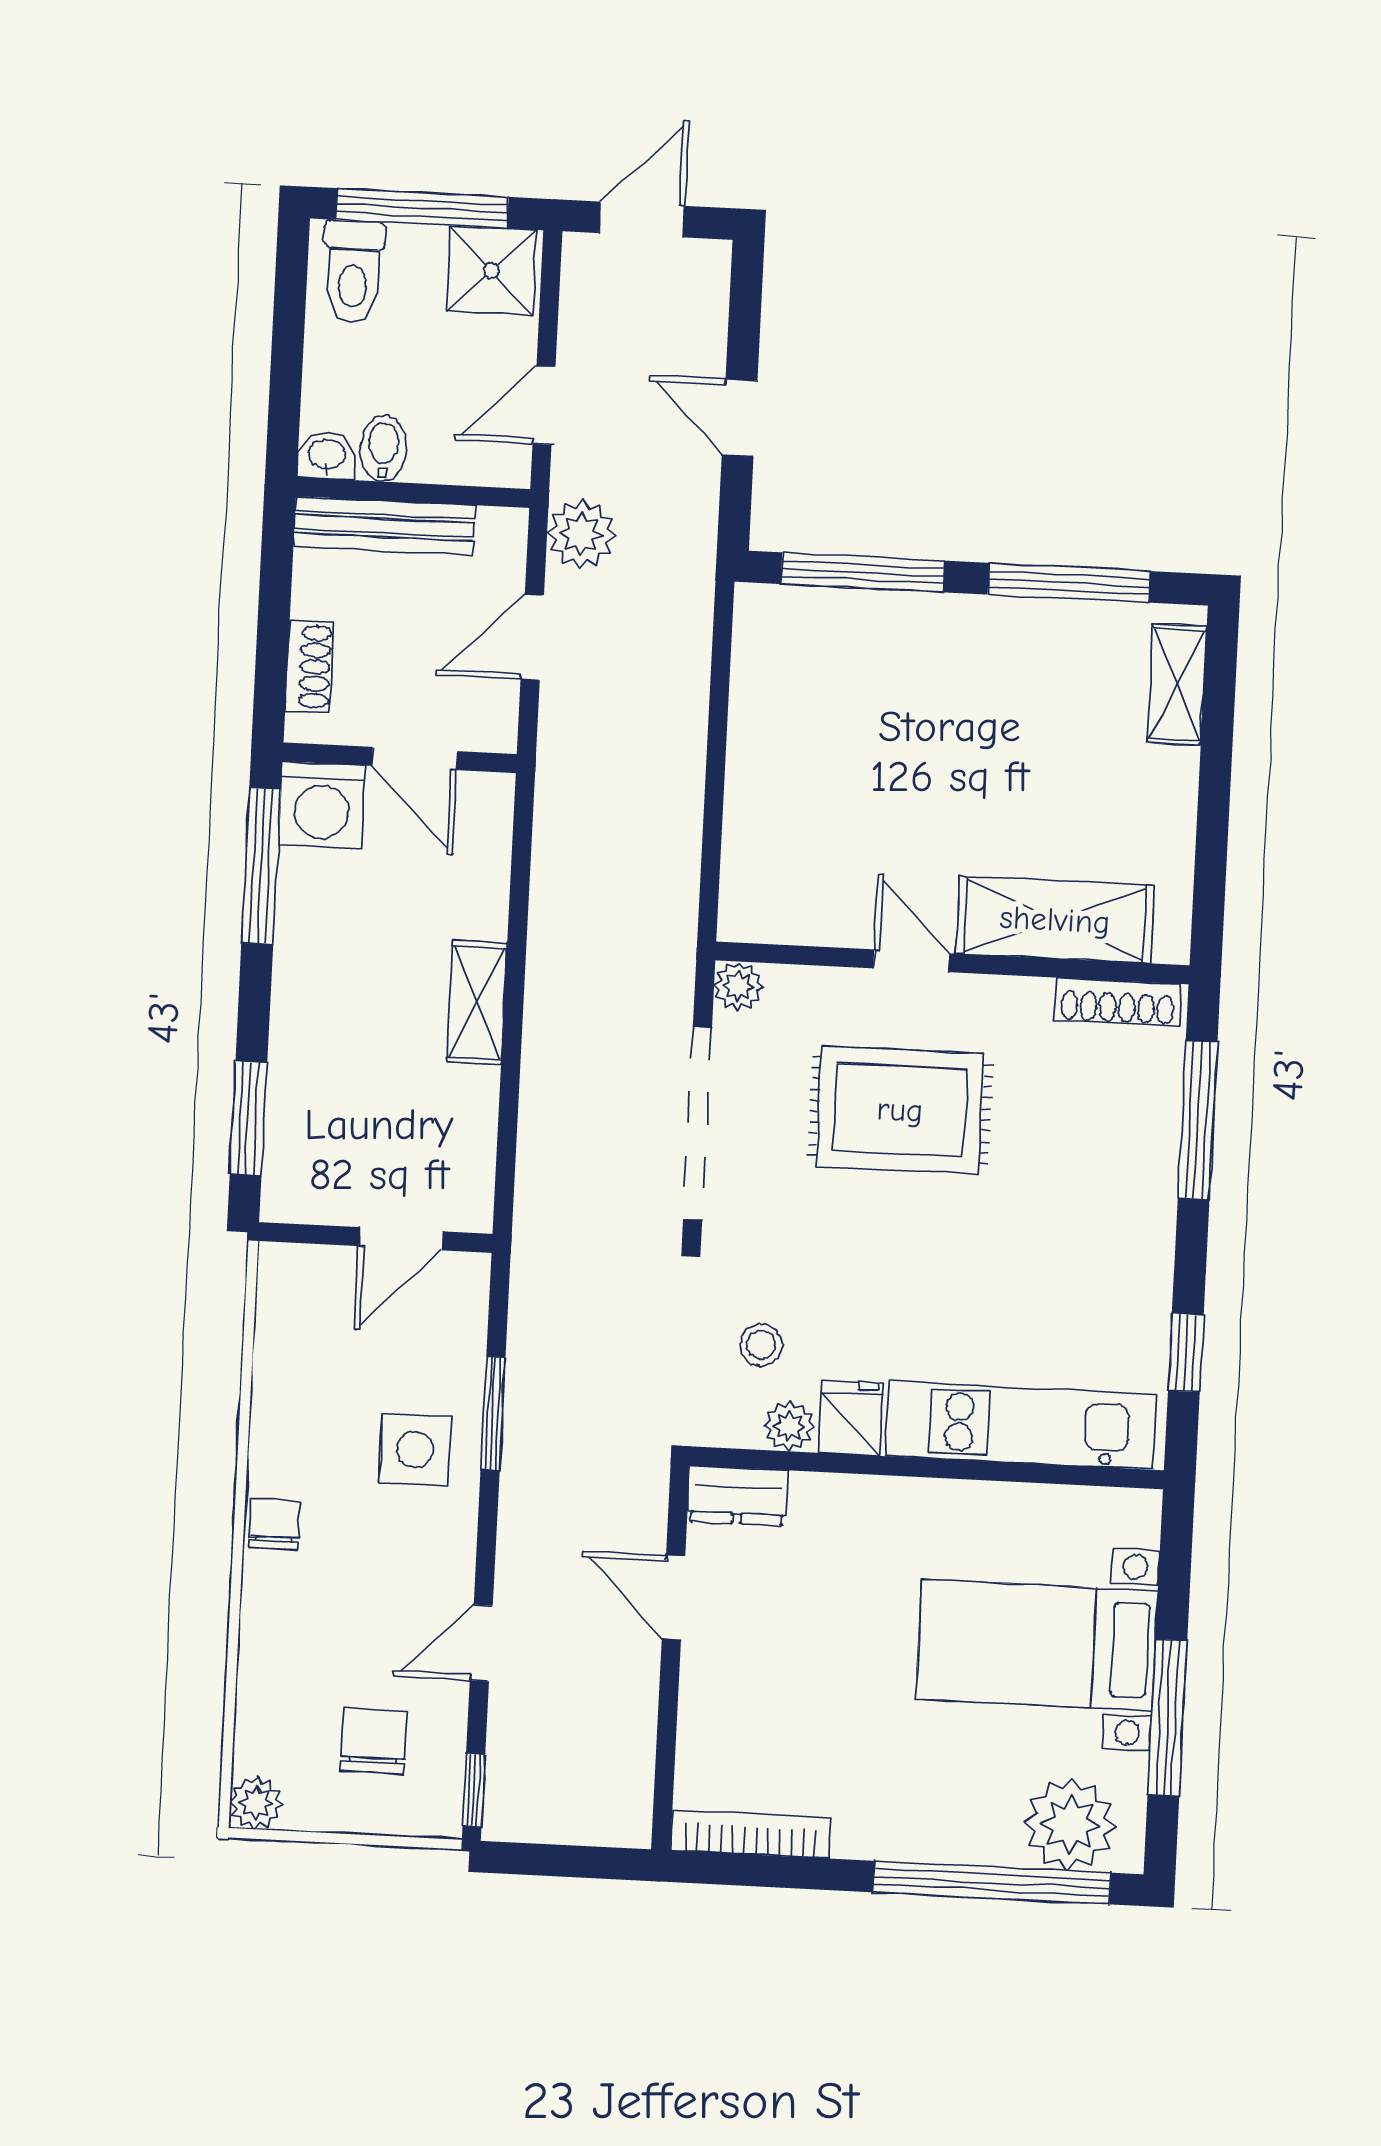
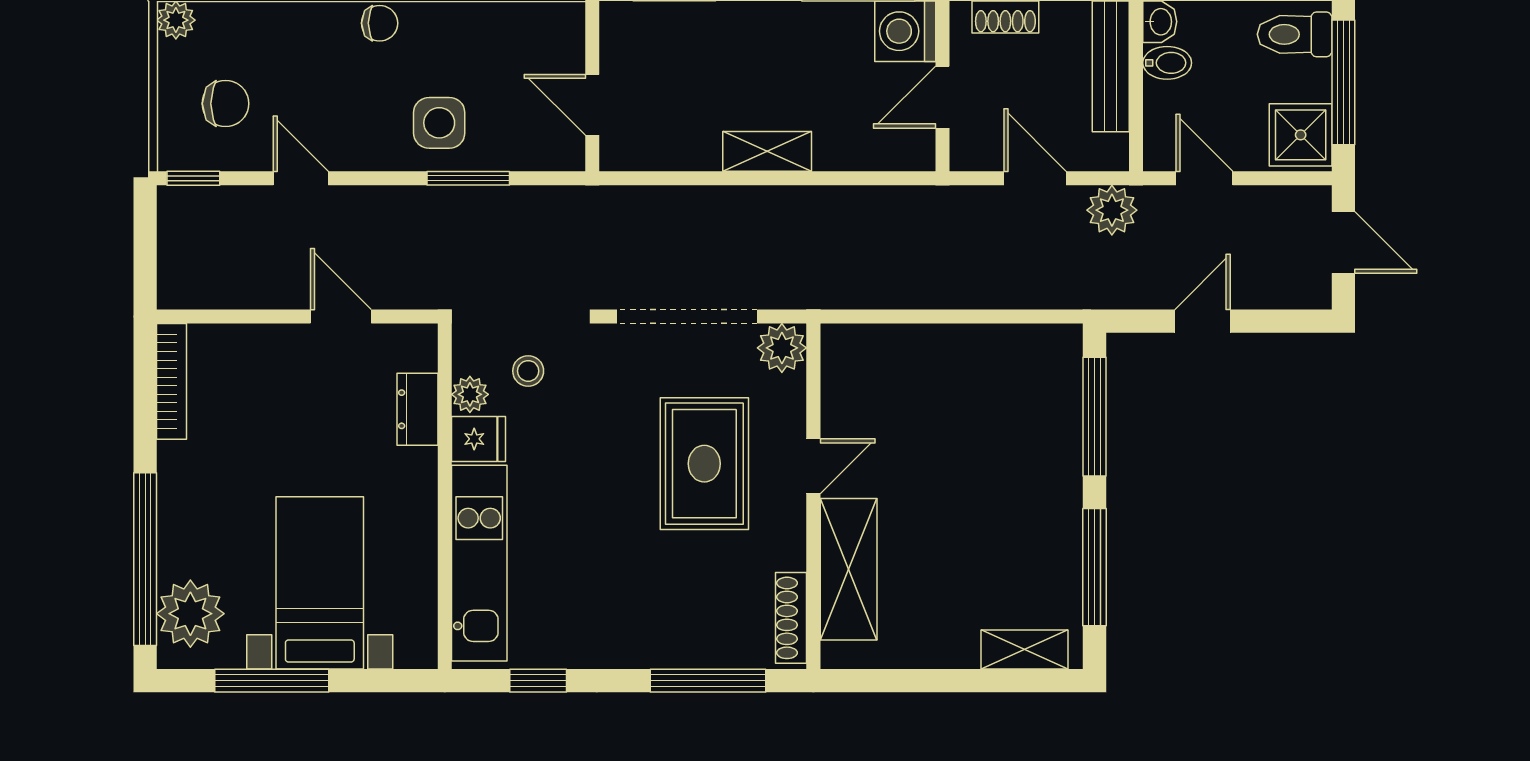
plant: (738, 986) -> (782, 348), width x1.38, depth x1.38
dresser: (738, 1496) -> (417, 409), moved
door: (673, 1597) -> (341, 317), hinge flipped

